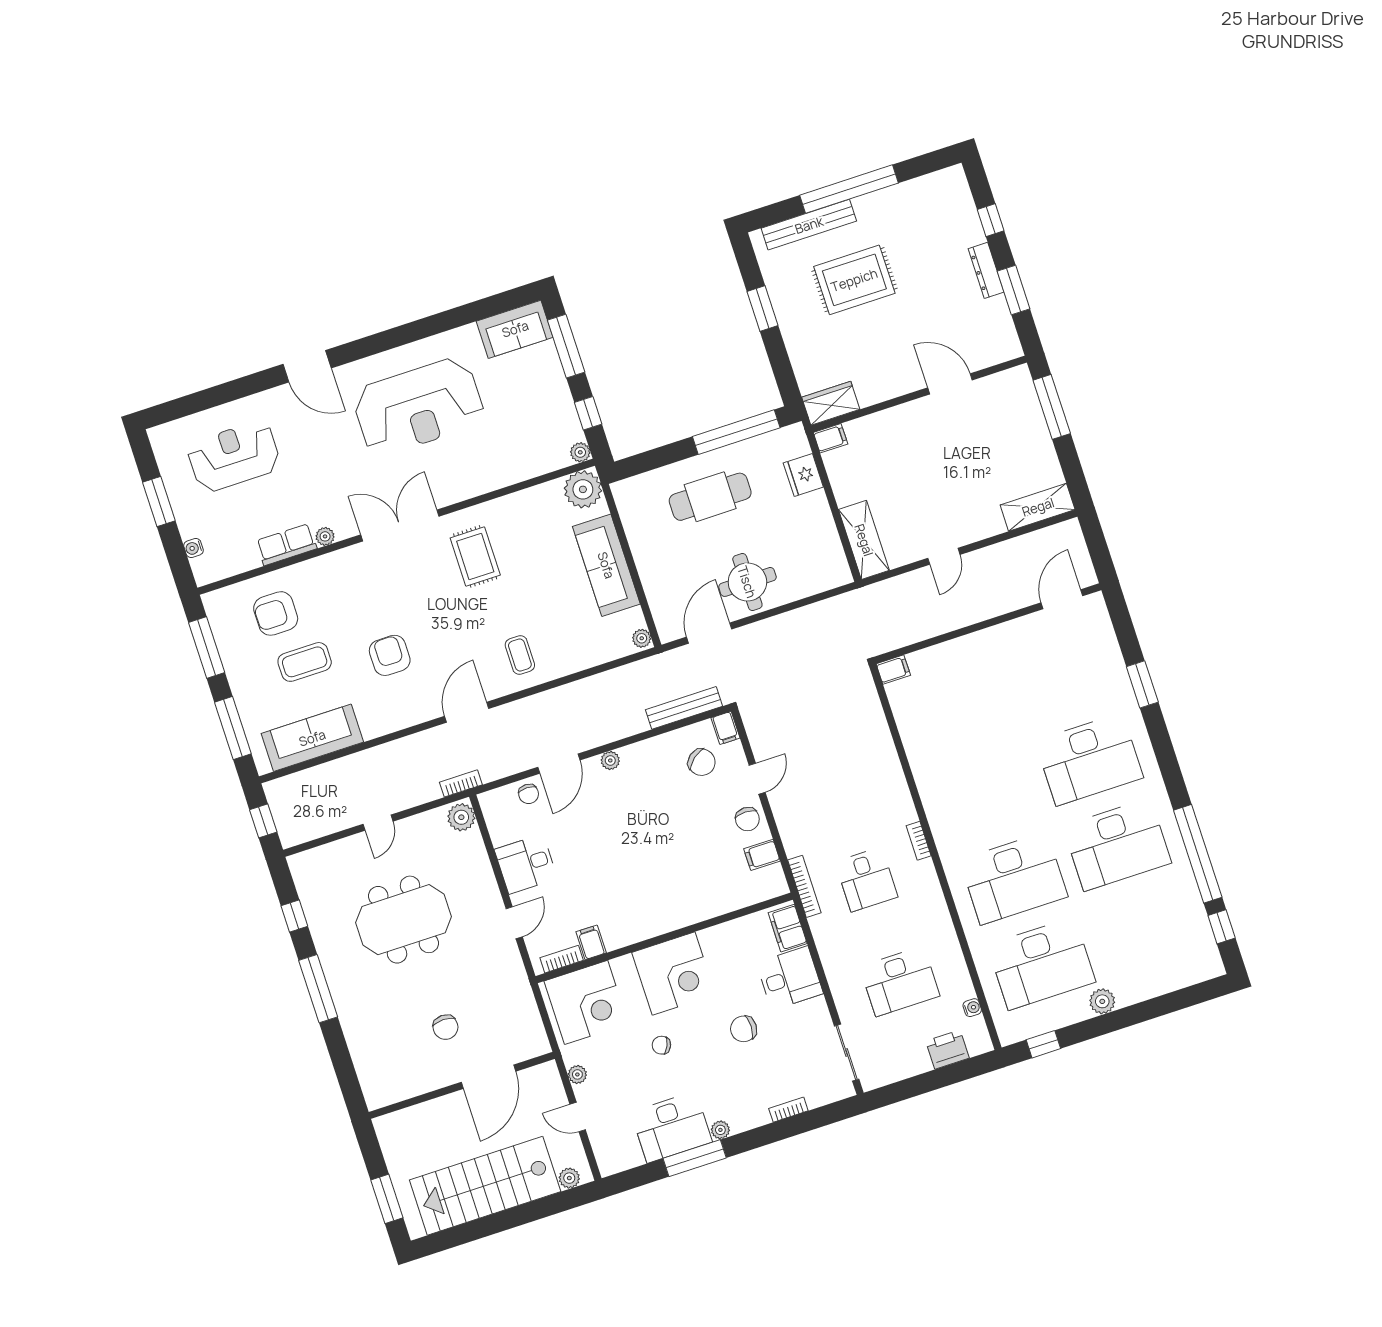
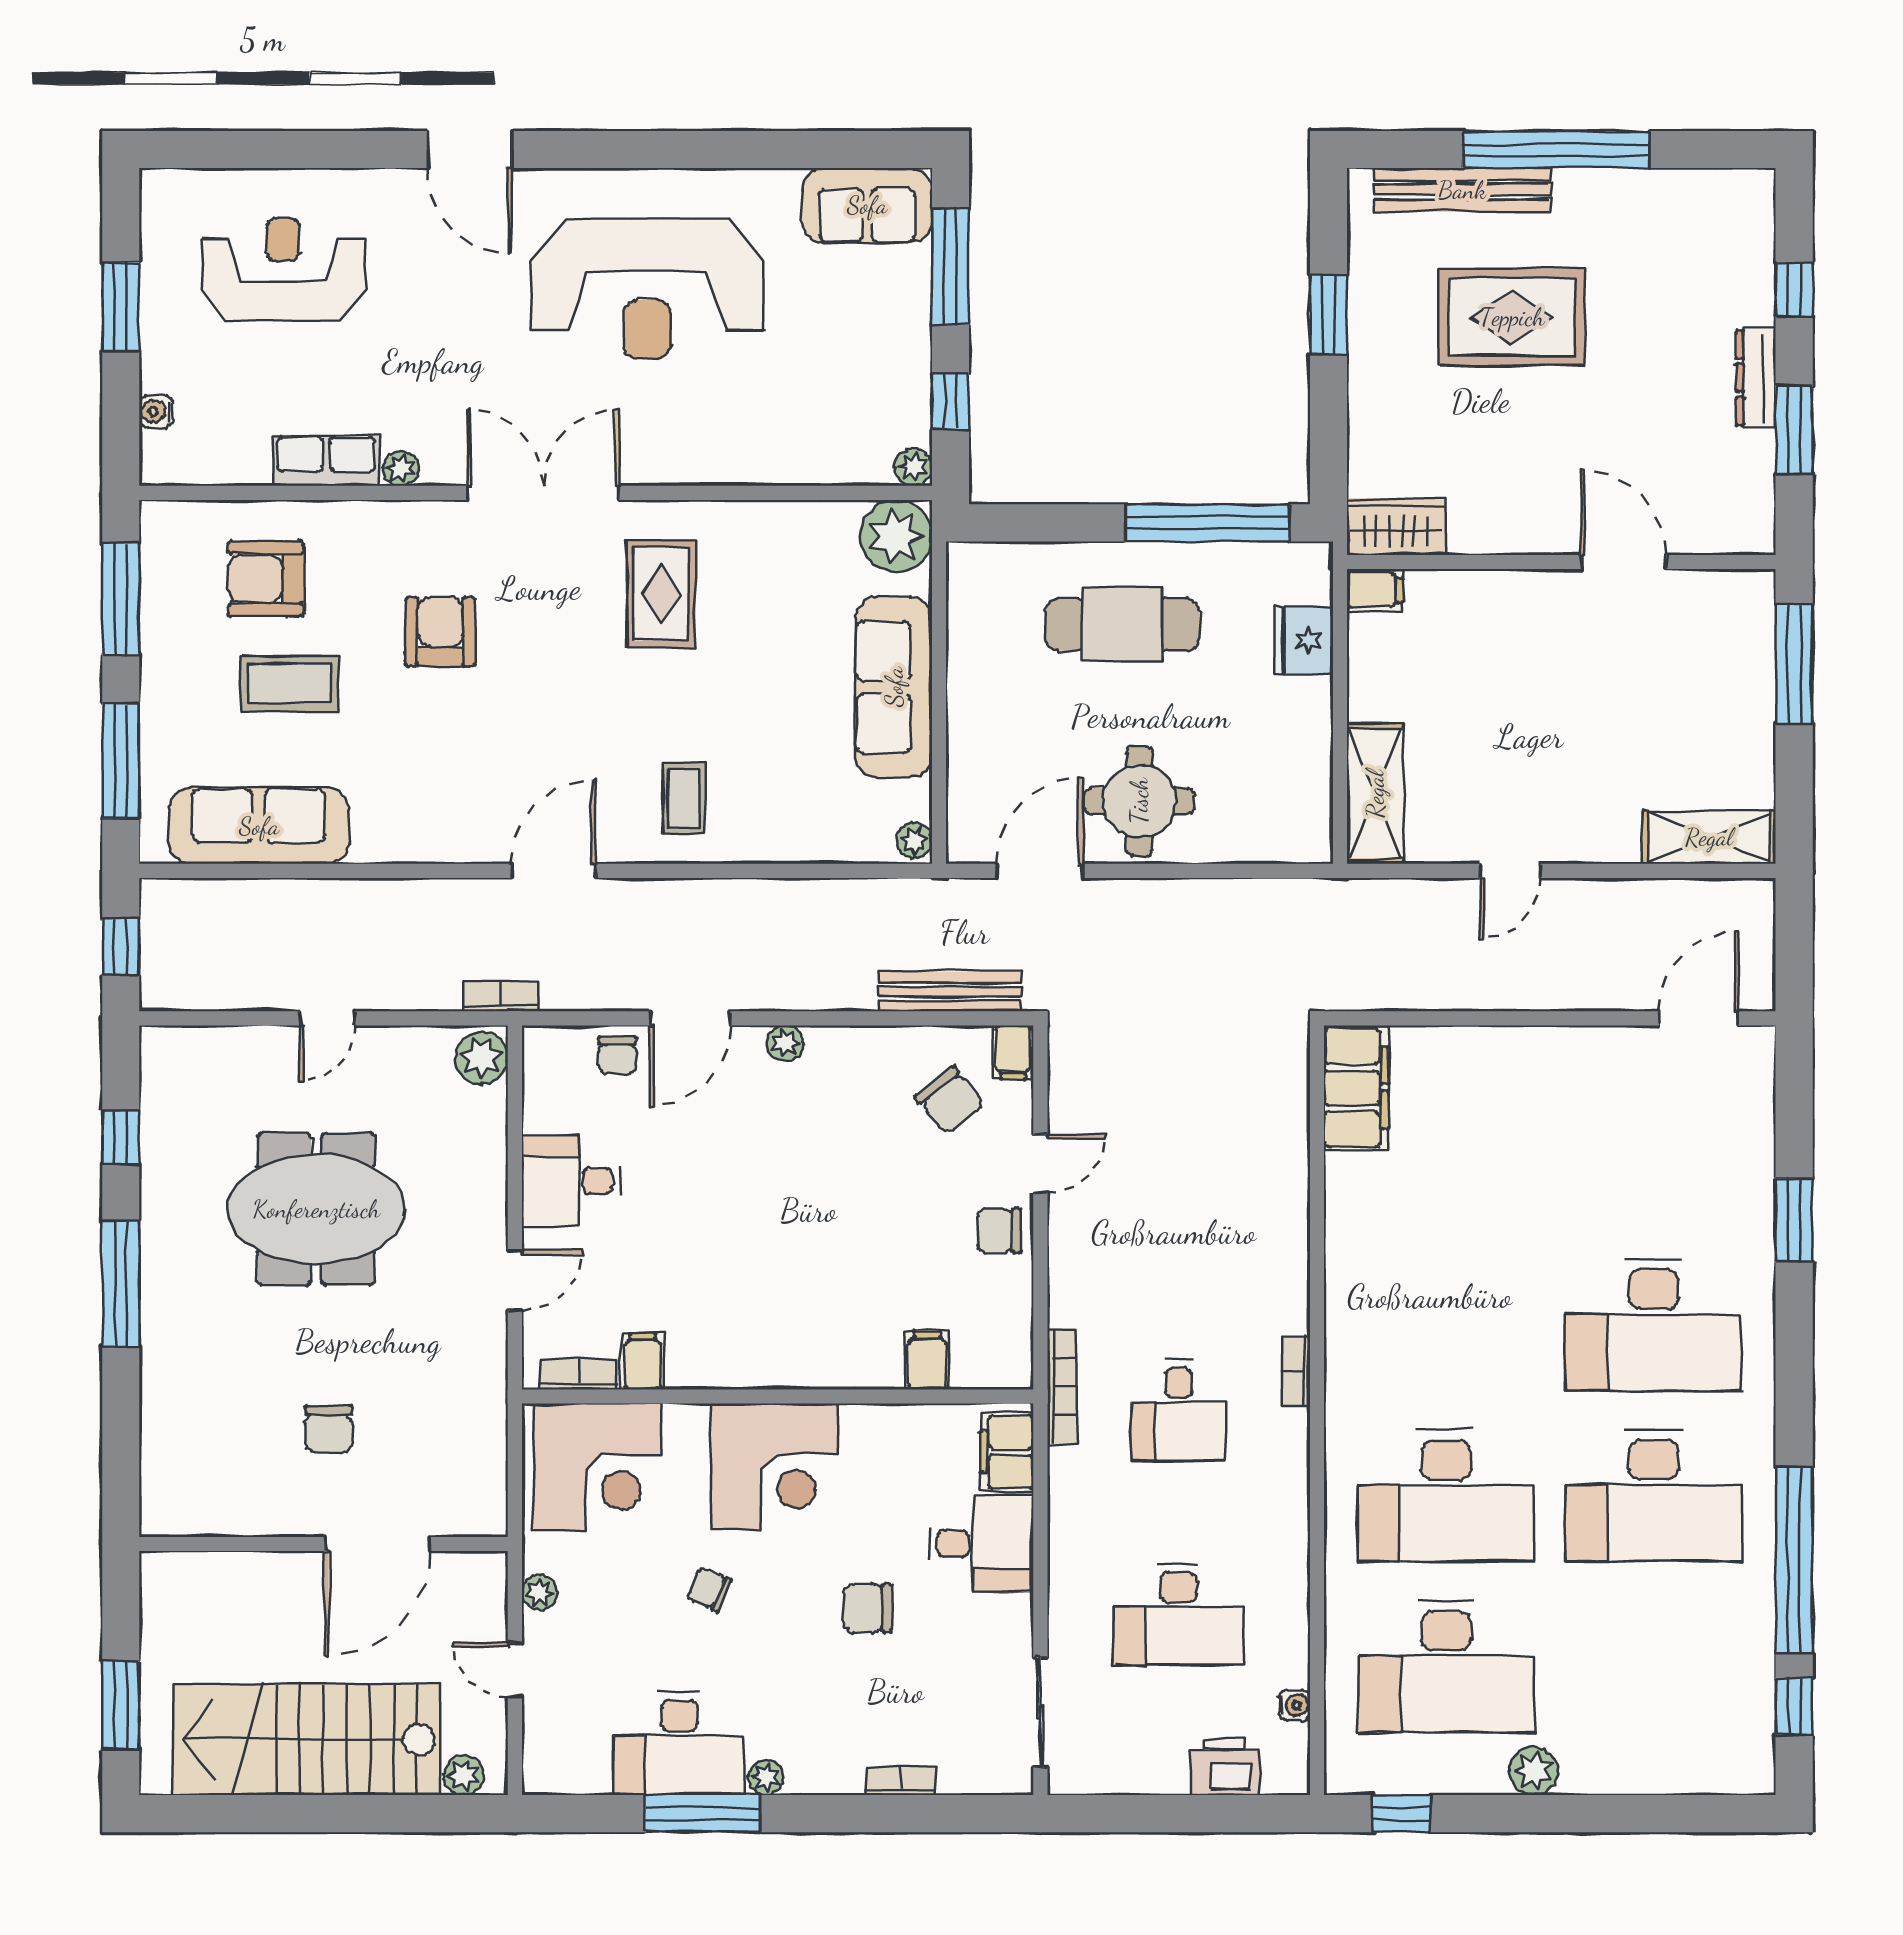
armchair: (390, 655) -> (440, 632), moved
filing cabinet: (893, 670) -> (1356, 1088), width x3.00, depth x1.17
chair: (747, 819) -> (999, 1231), turned 90
filing cabinet: (762, 855) -> (927, 1360), moved, turned 90

